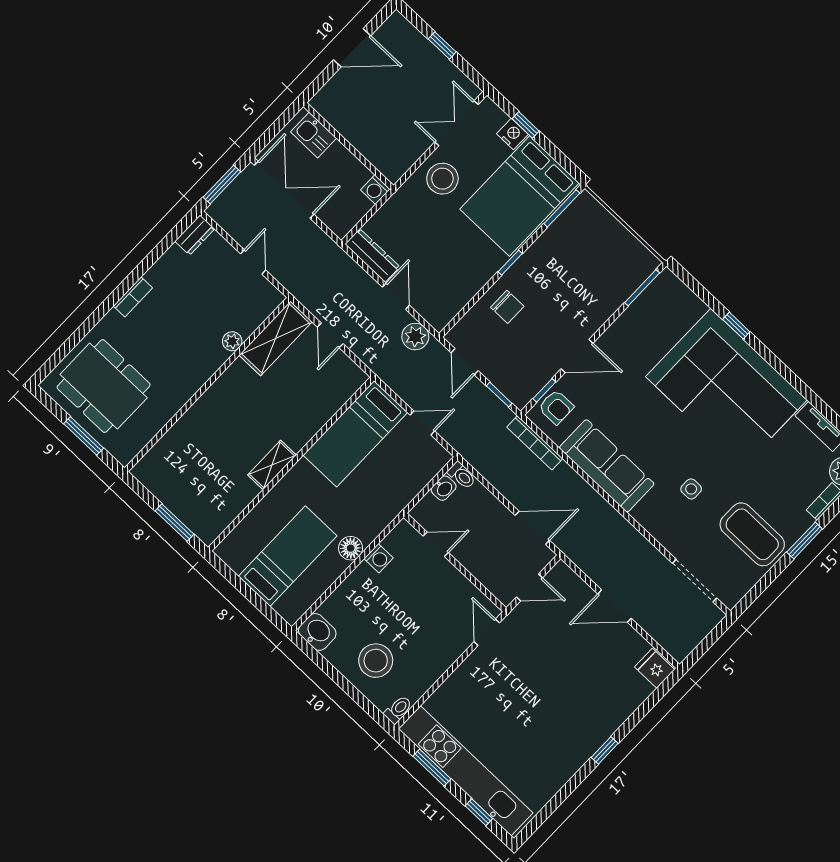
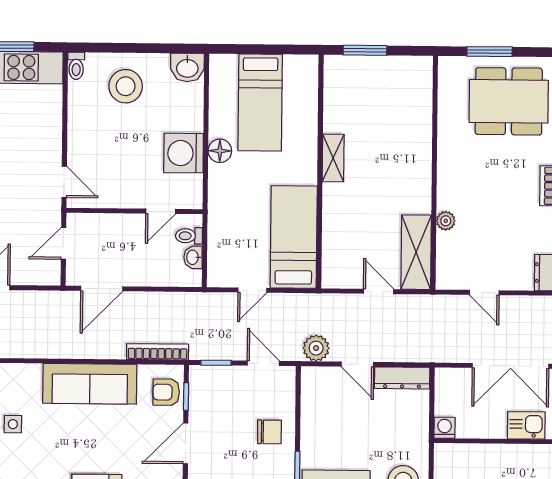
chair: (507, 307) -> (269, 432), turned 180
toilet: (462, 475) -> (189, 236), moved
washing machine: (379, 558) -> (184, 153), width x1.89, depth x1.89

